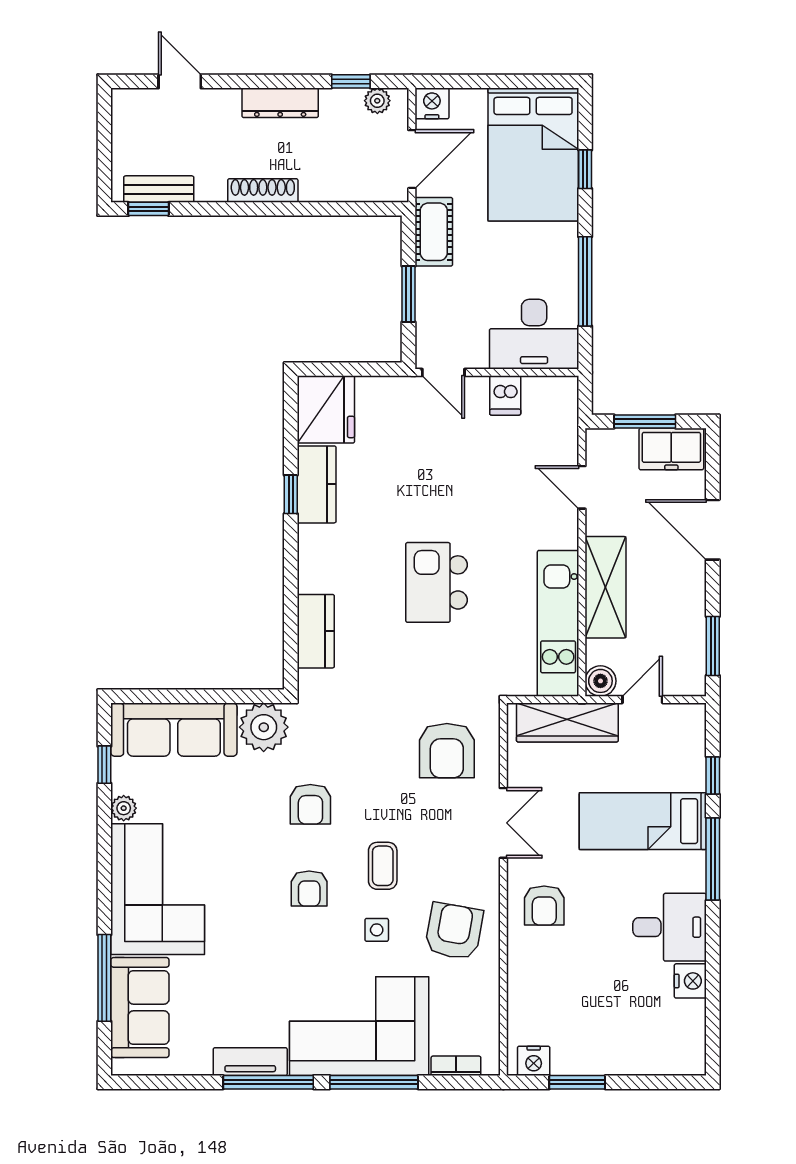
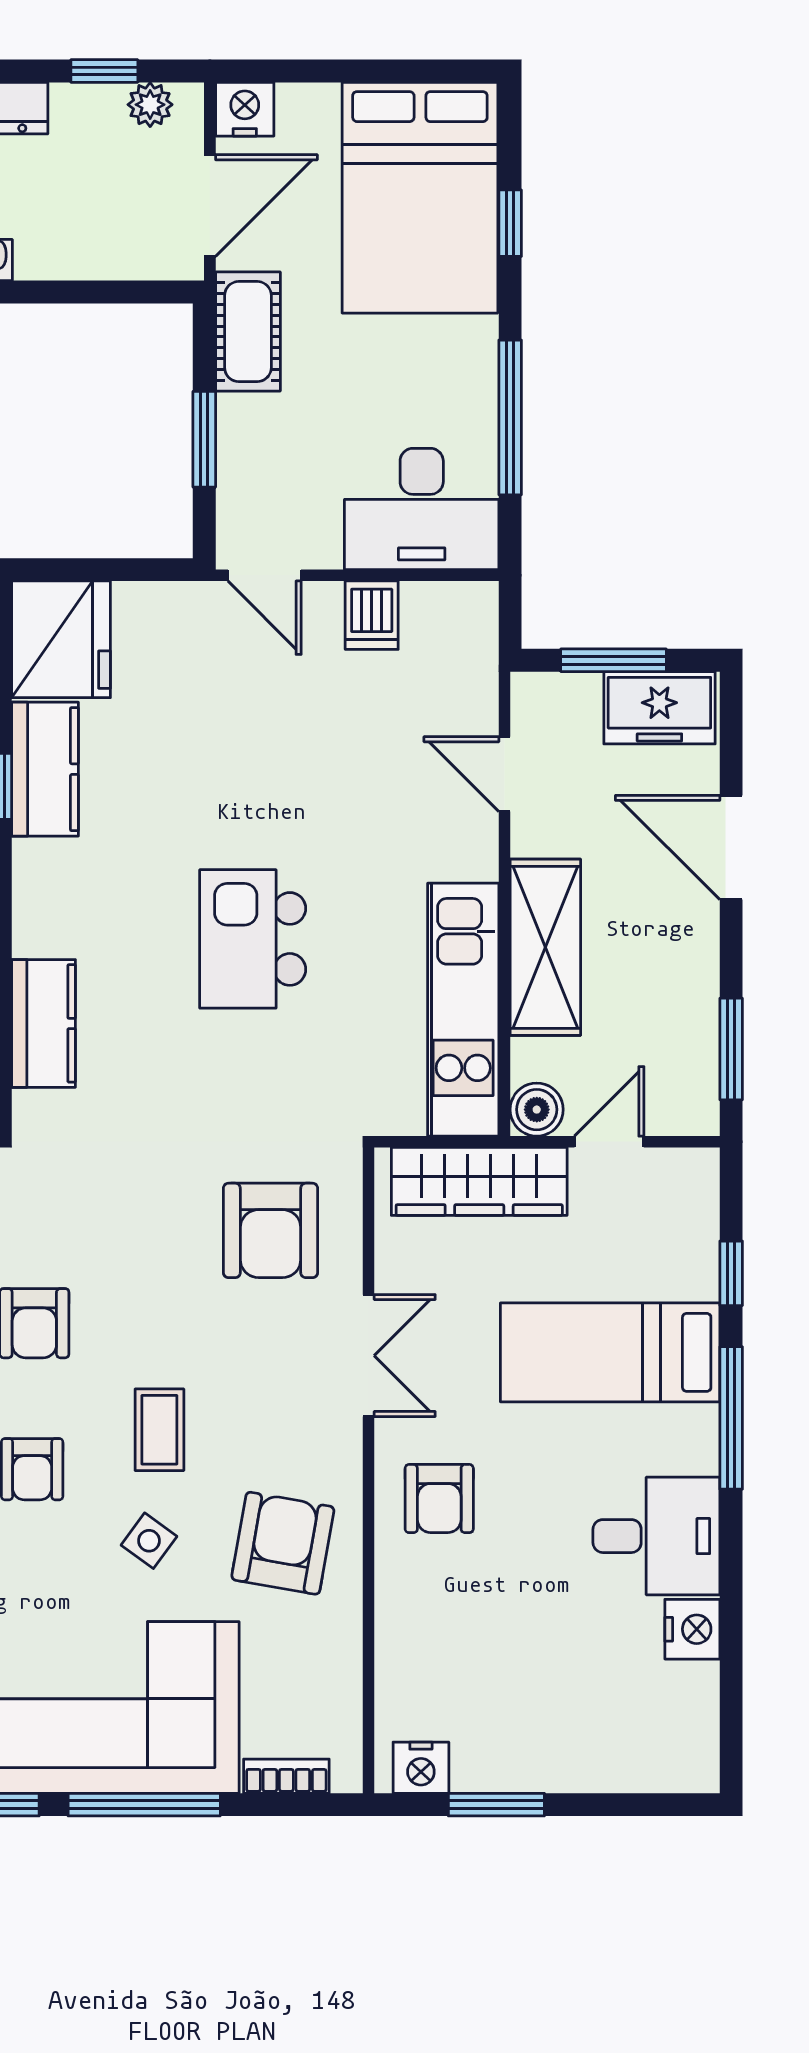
side table: (377, 930) -> (149, 1541), turned 36

